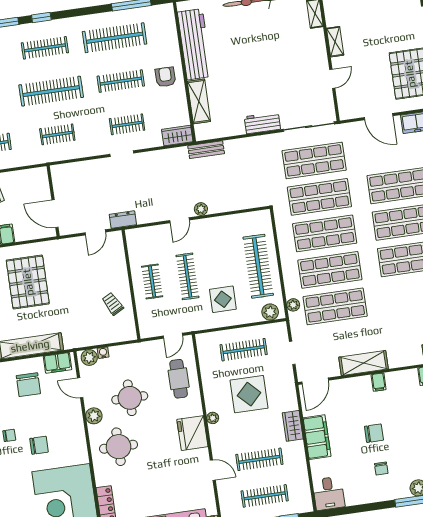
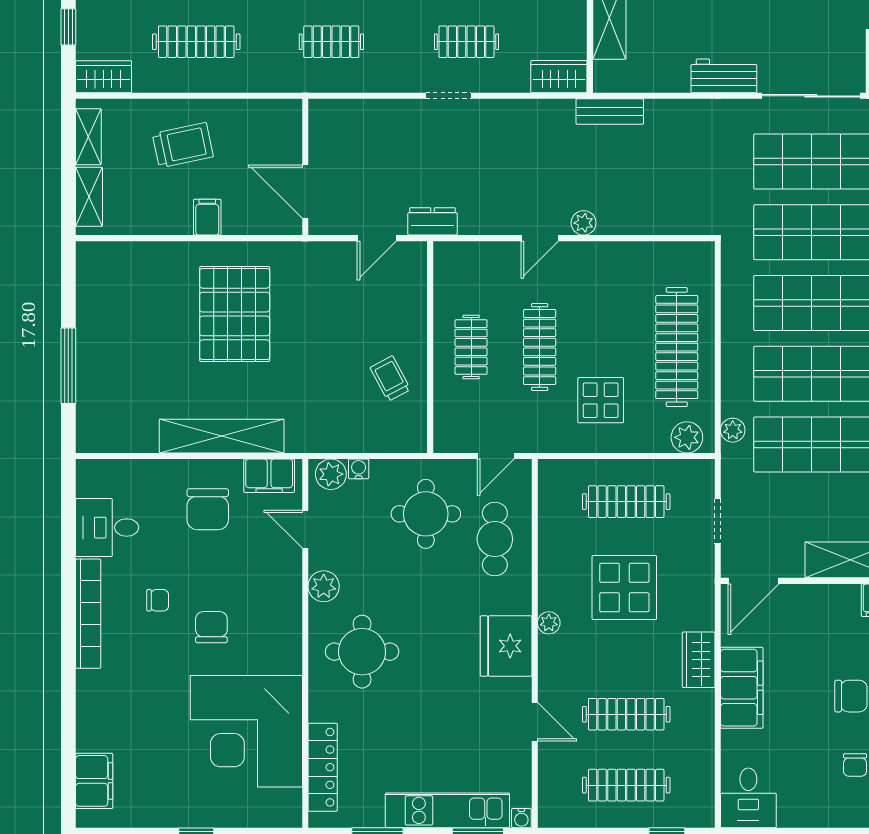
round table: (130, 398) -> (426, 514), moved
chair: (39, 445) -> (211, 627), turned -90

